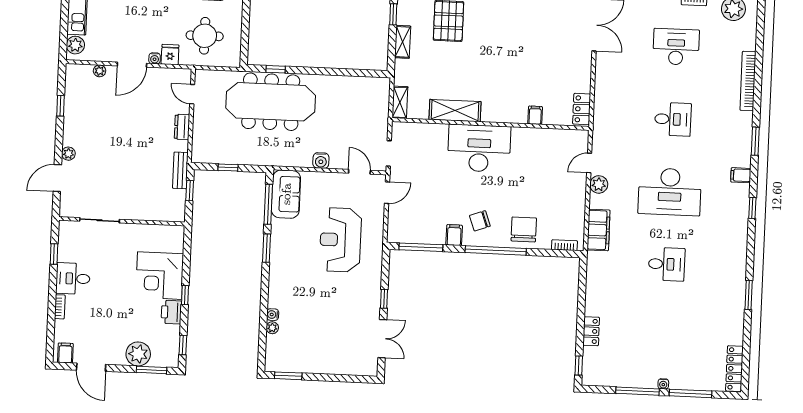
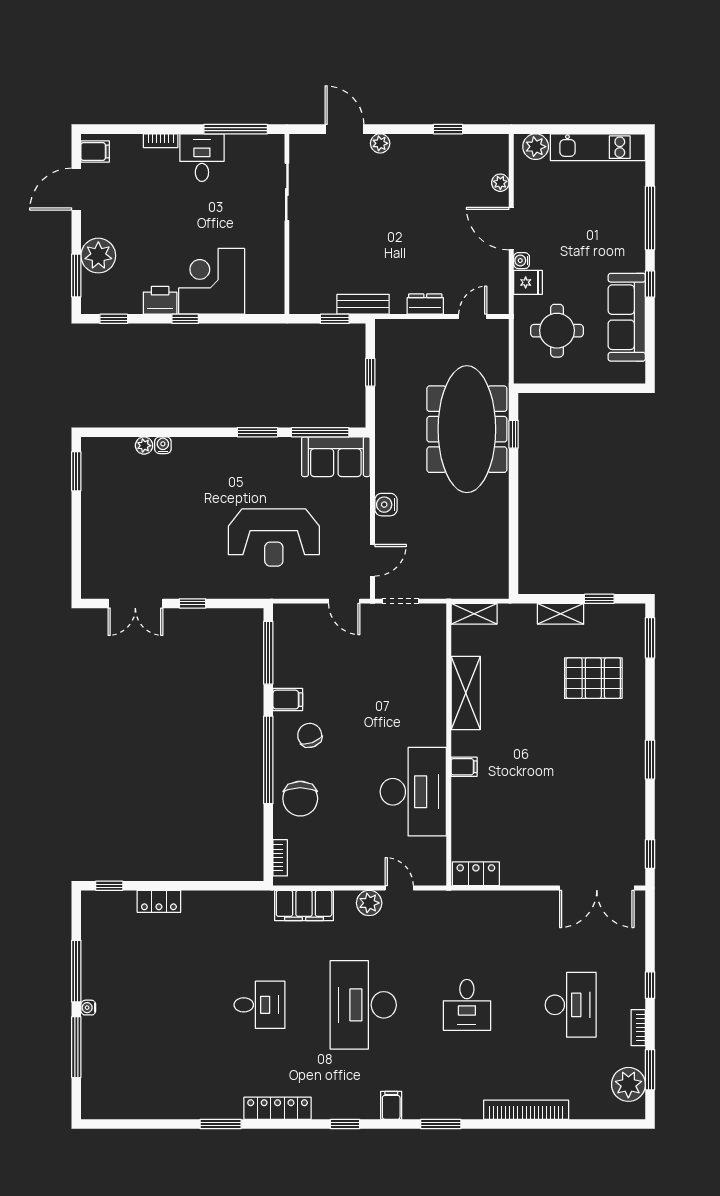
filing cabinet: (535, 115) -> (464, 767), moved
desk: (479, 148) -> (413, 792), moved
chair: (524, 229) -> (300, 799), turned 90
reception desk: (340, 240) -> (274, 537), turned 180
window: (54, 254) -> (236, 129), width x2.17
desk: (667, 264) -> (260, 1005), turned -90
locker: (734, 369) -> (278, 1108), moved

